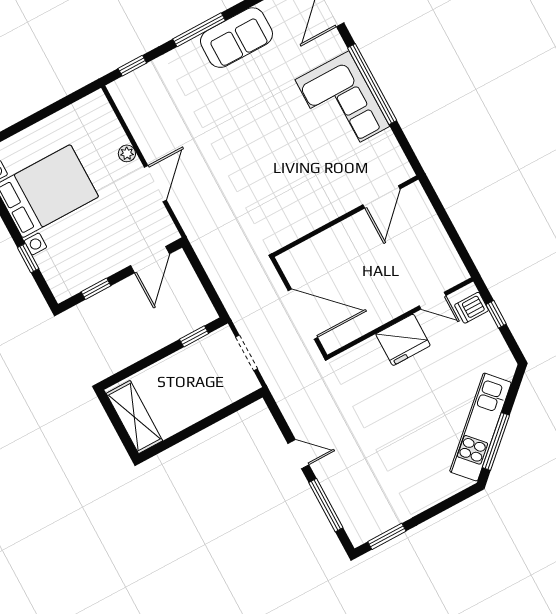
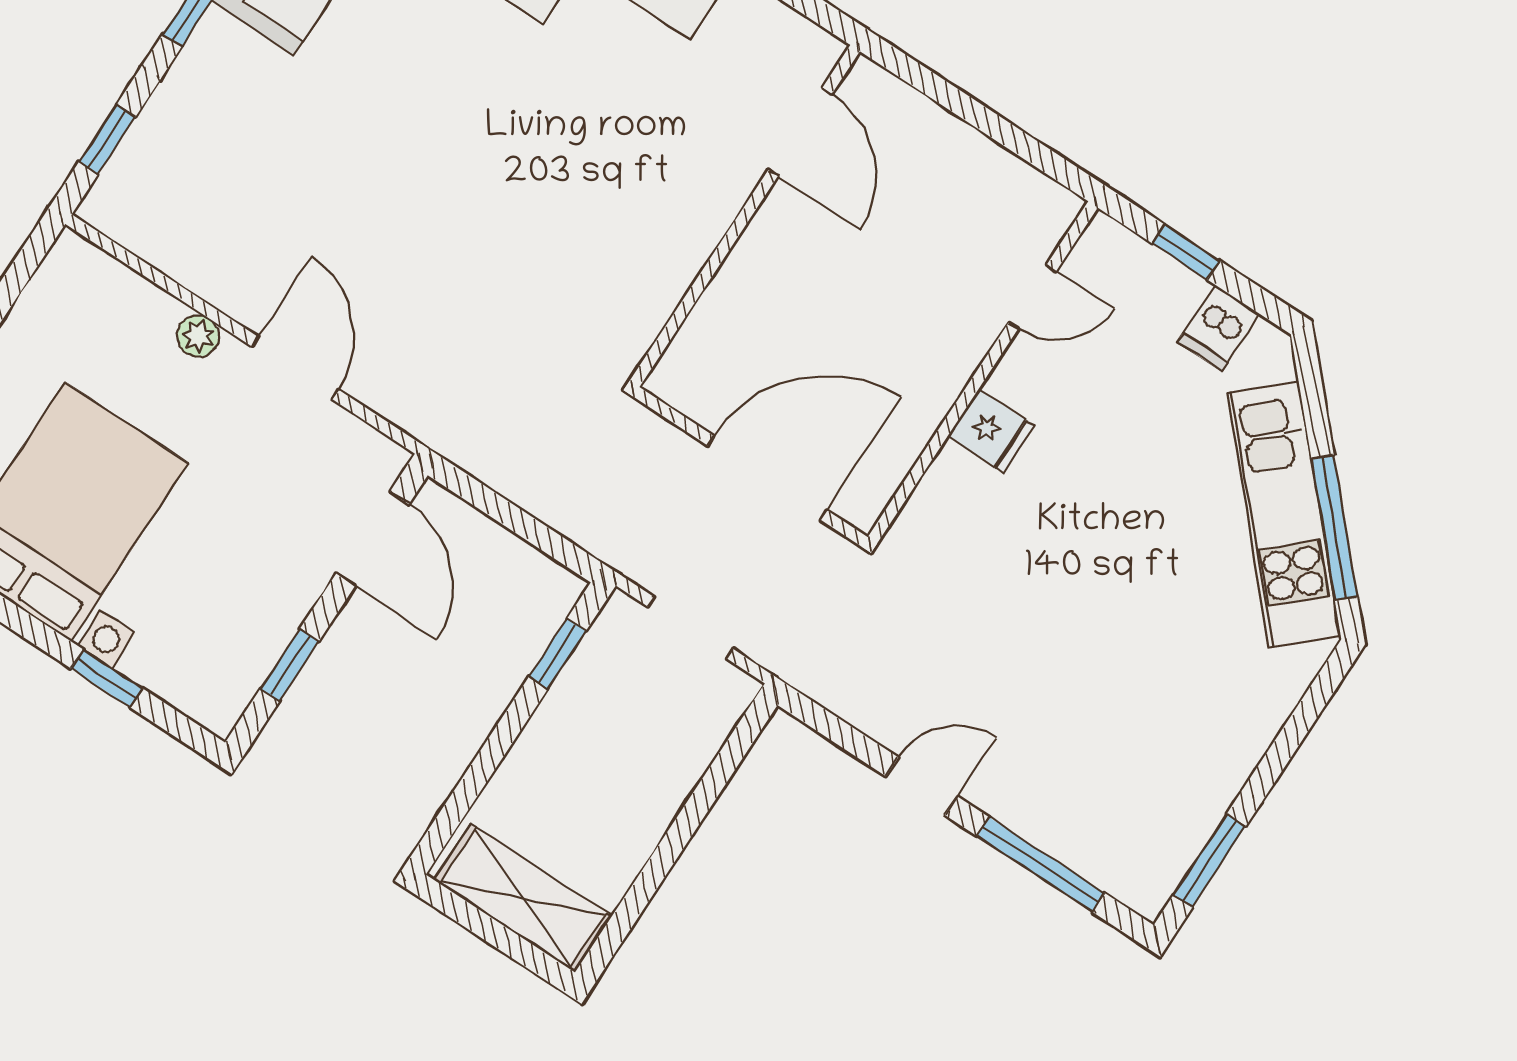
dishwasher: (472, 308) -> (1218, 328), moved
fridge: (403, 340) -> (991, 431), width x0.53, depth x0.75

